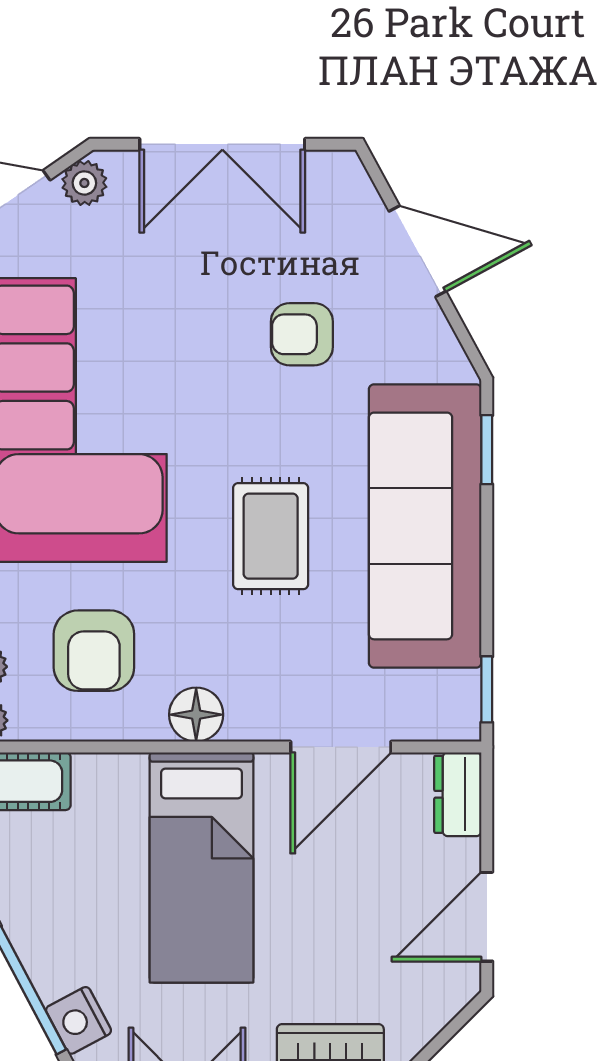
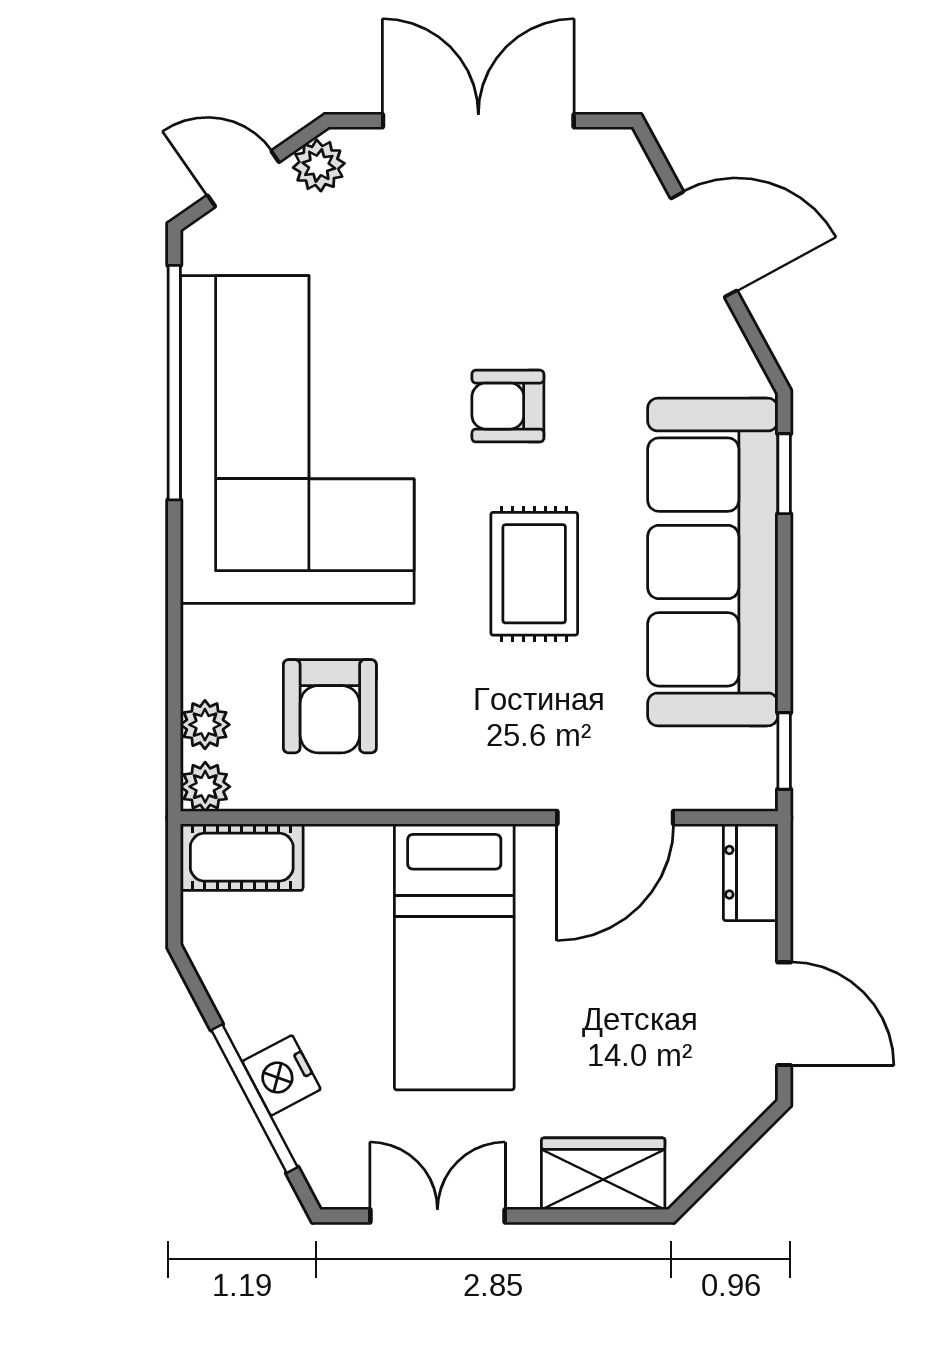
double door: (222, 144) -> (478, 121), swing flipped
armchair: (302, 334) -> (508, 406), moved
floor lamp: (196, 715) -> (448, 780), removed
door: (487, 917) -> (784, 1014), swing flipped
nightstand: (79, 1020) -> (281, 1075), moved

